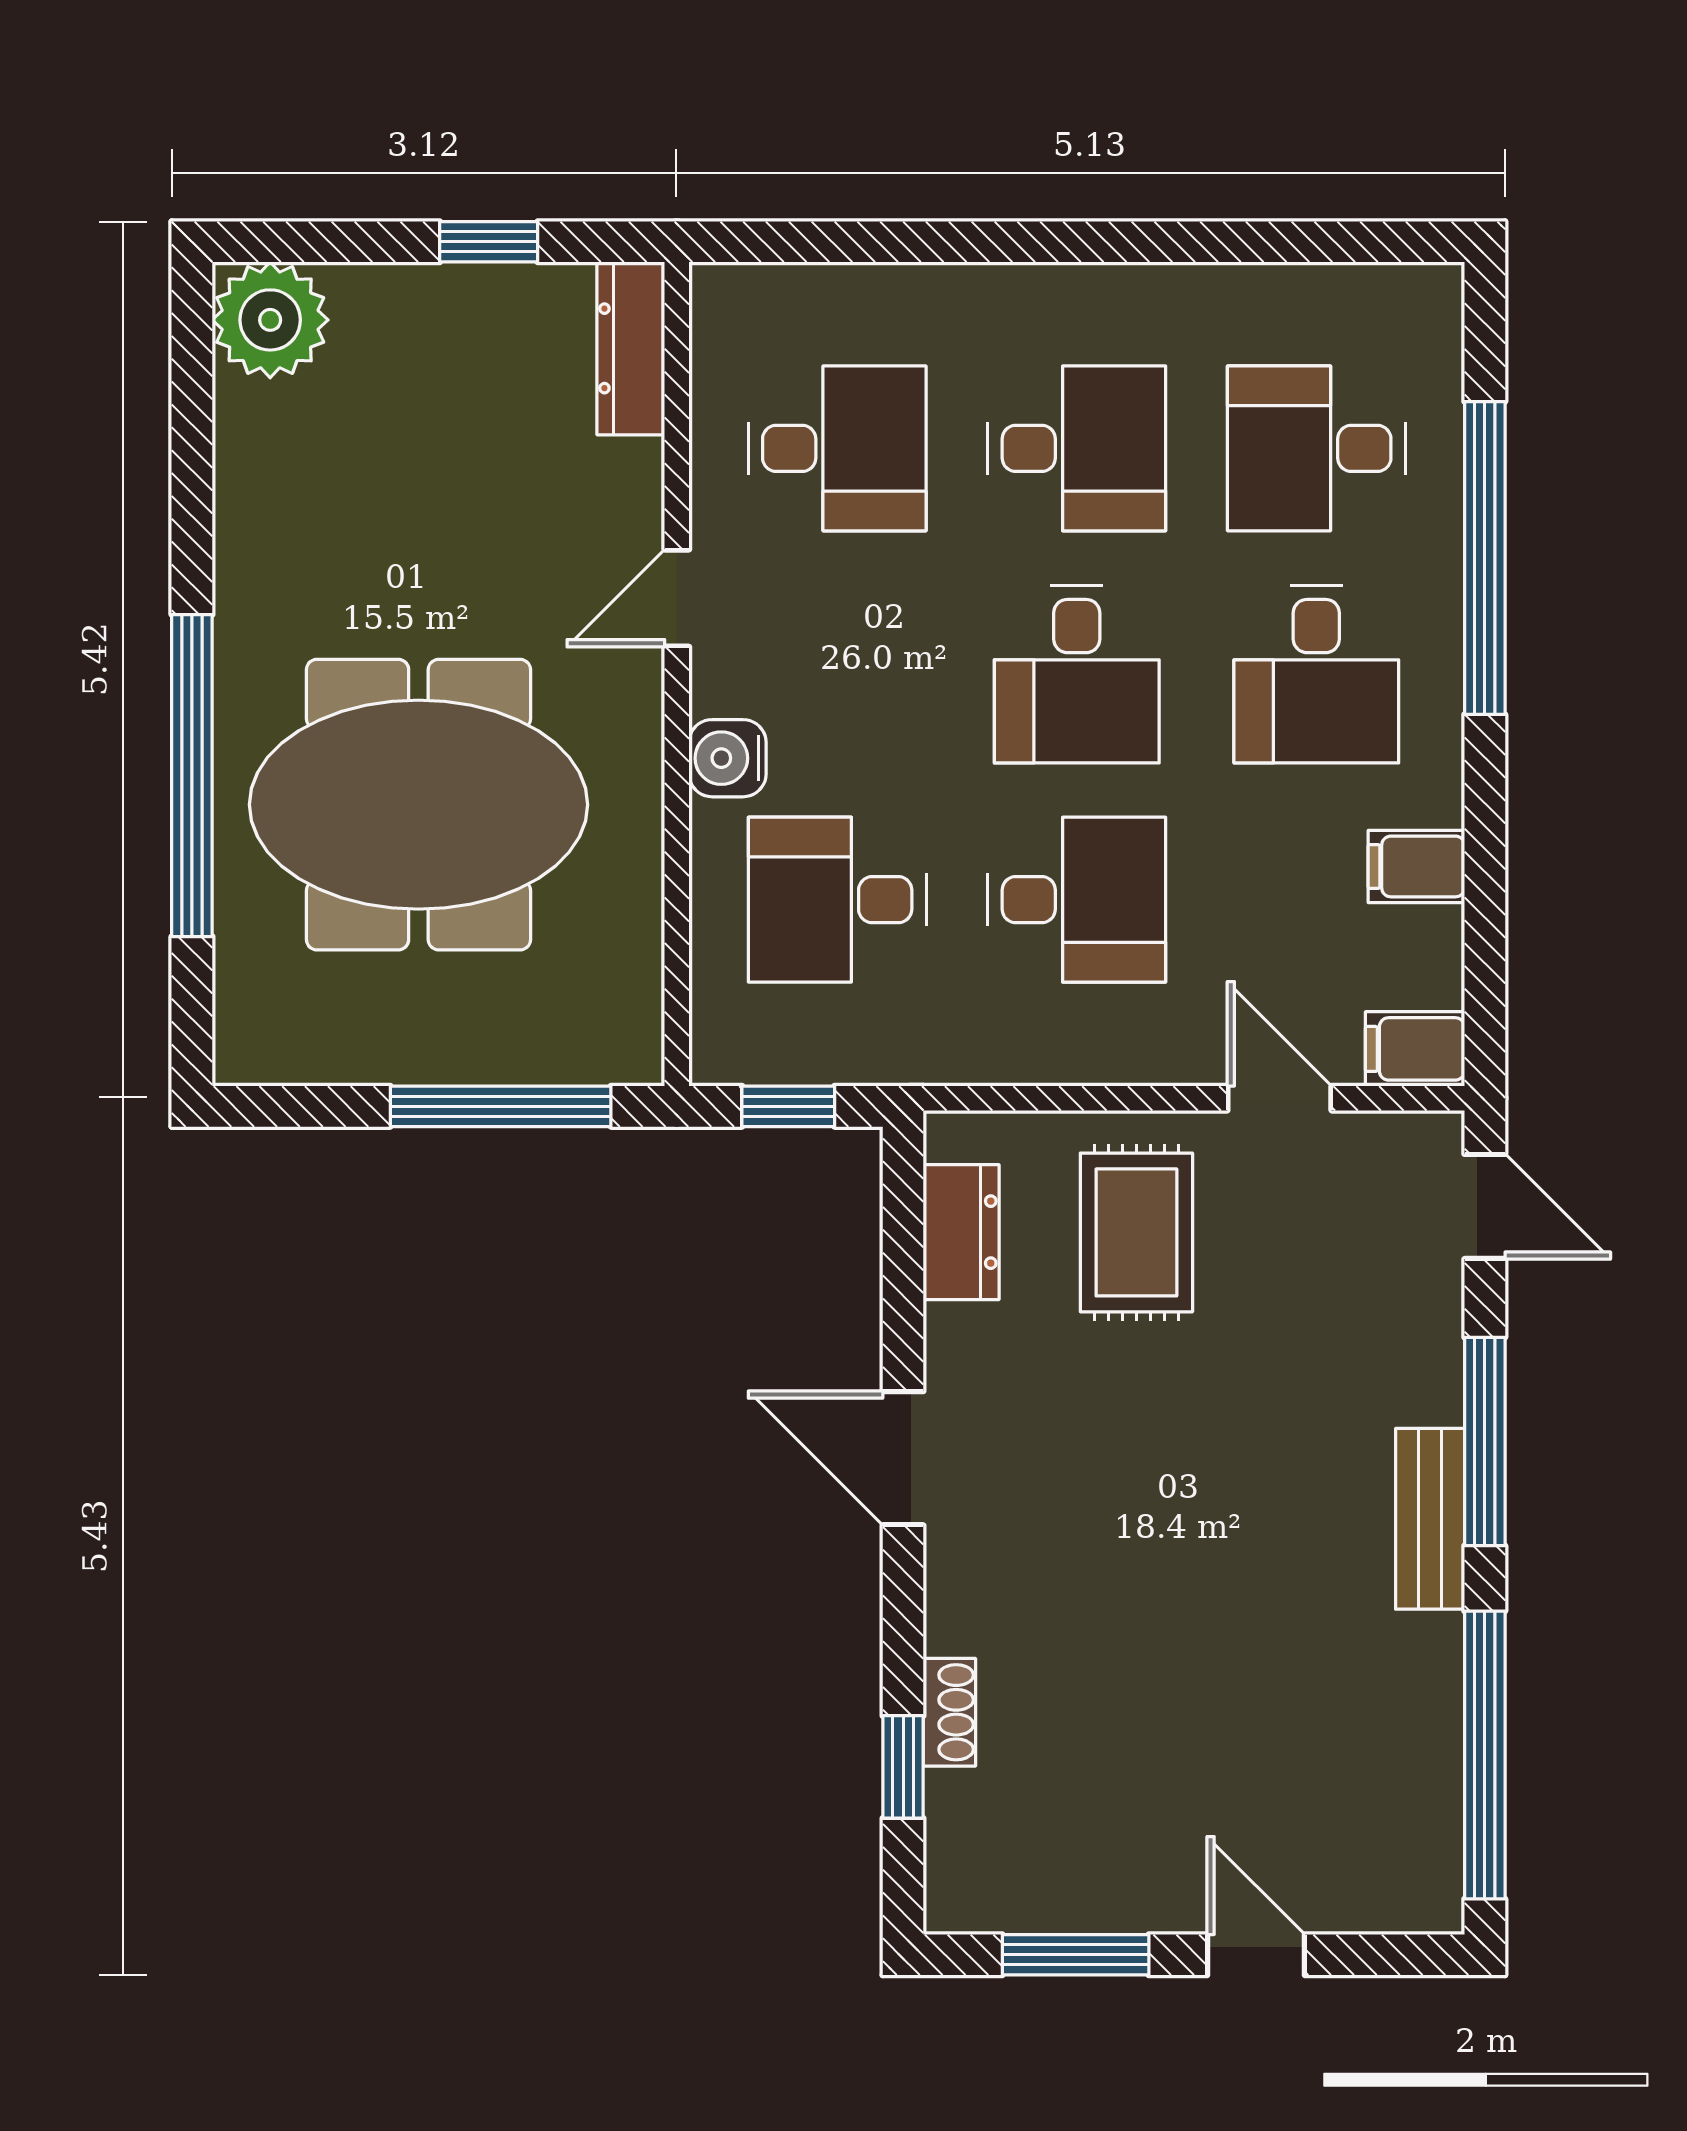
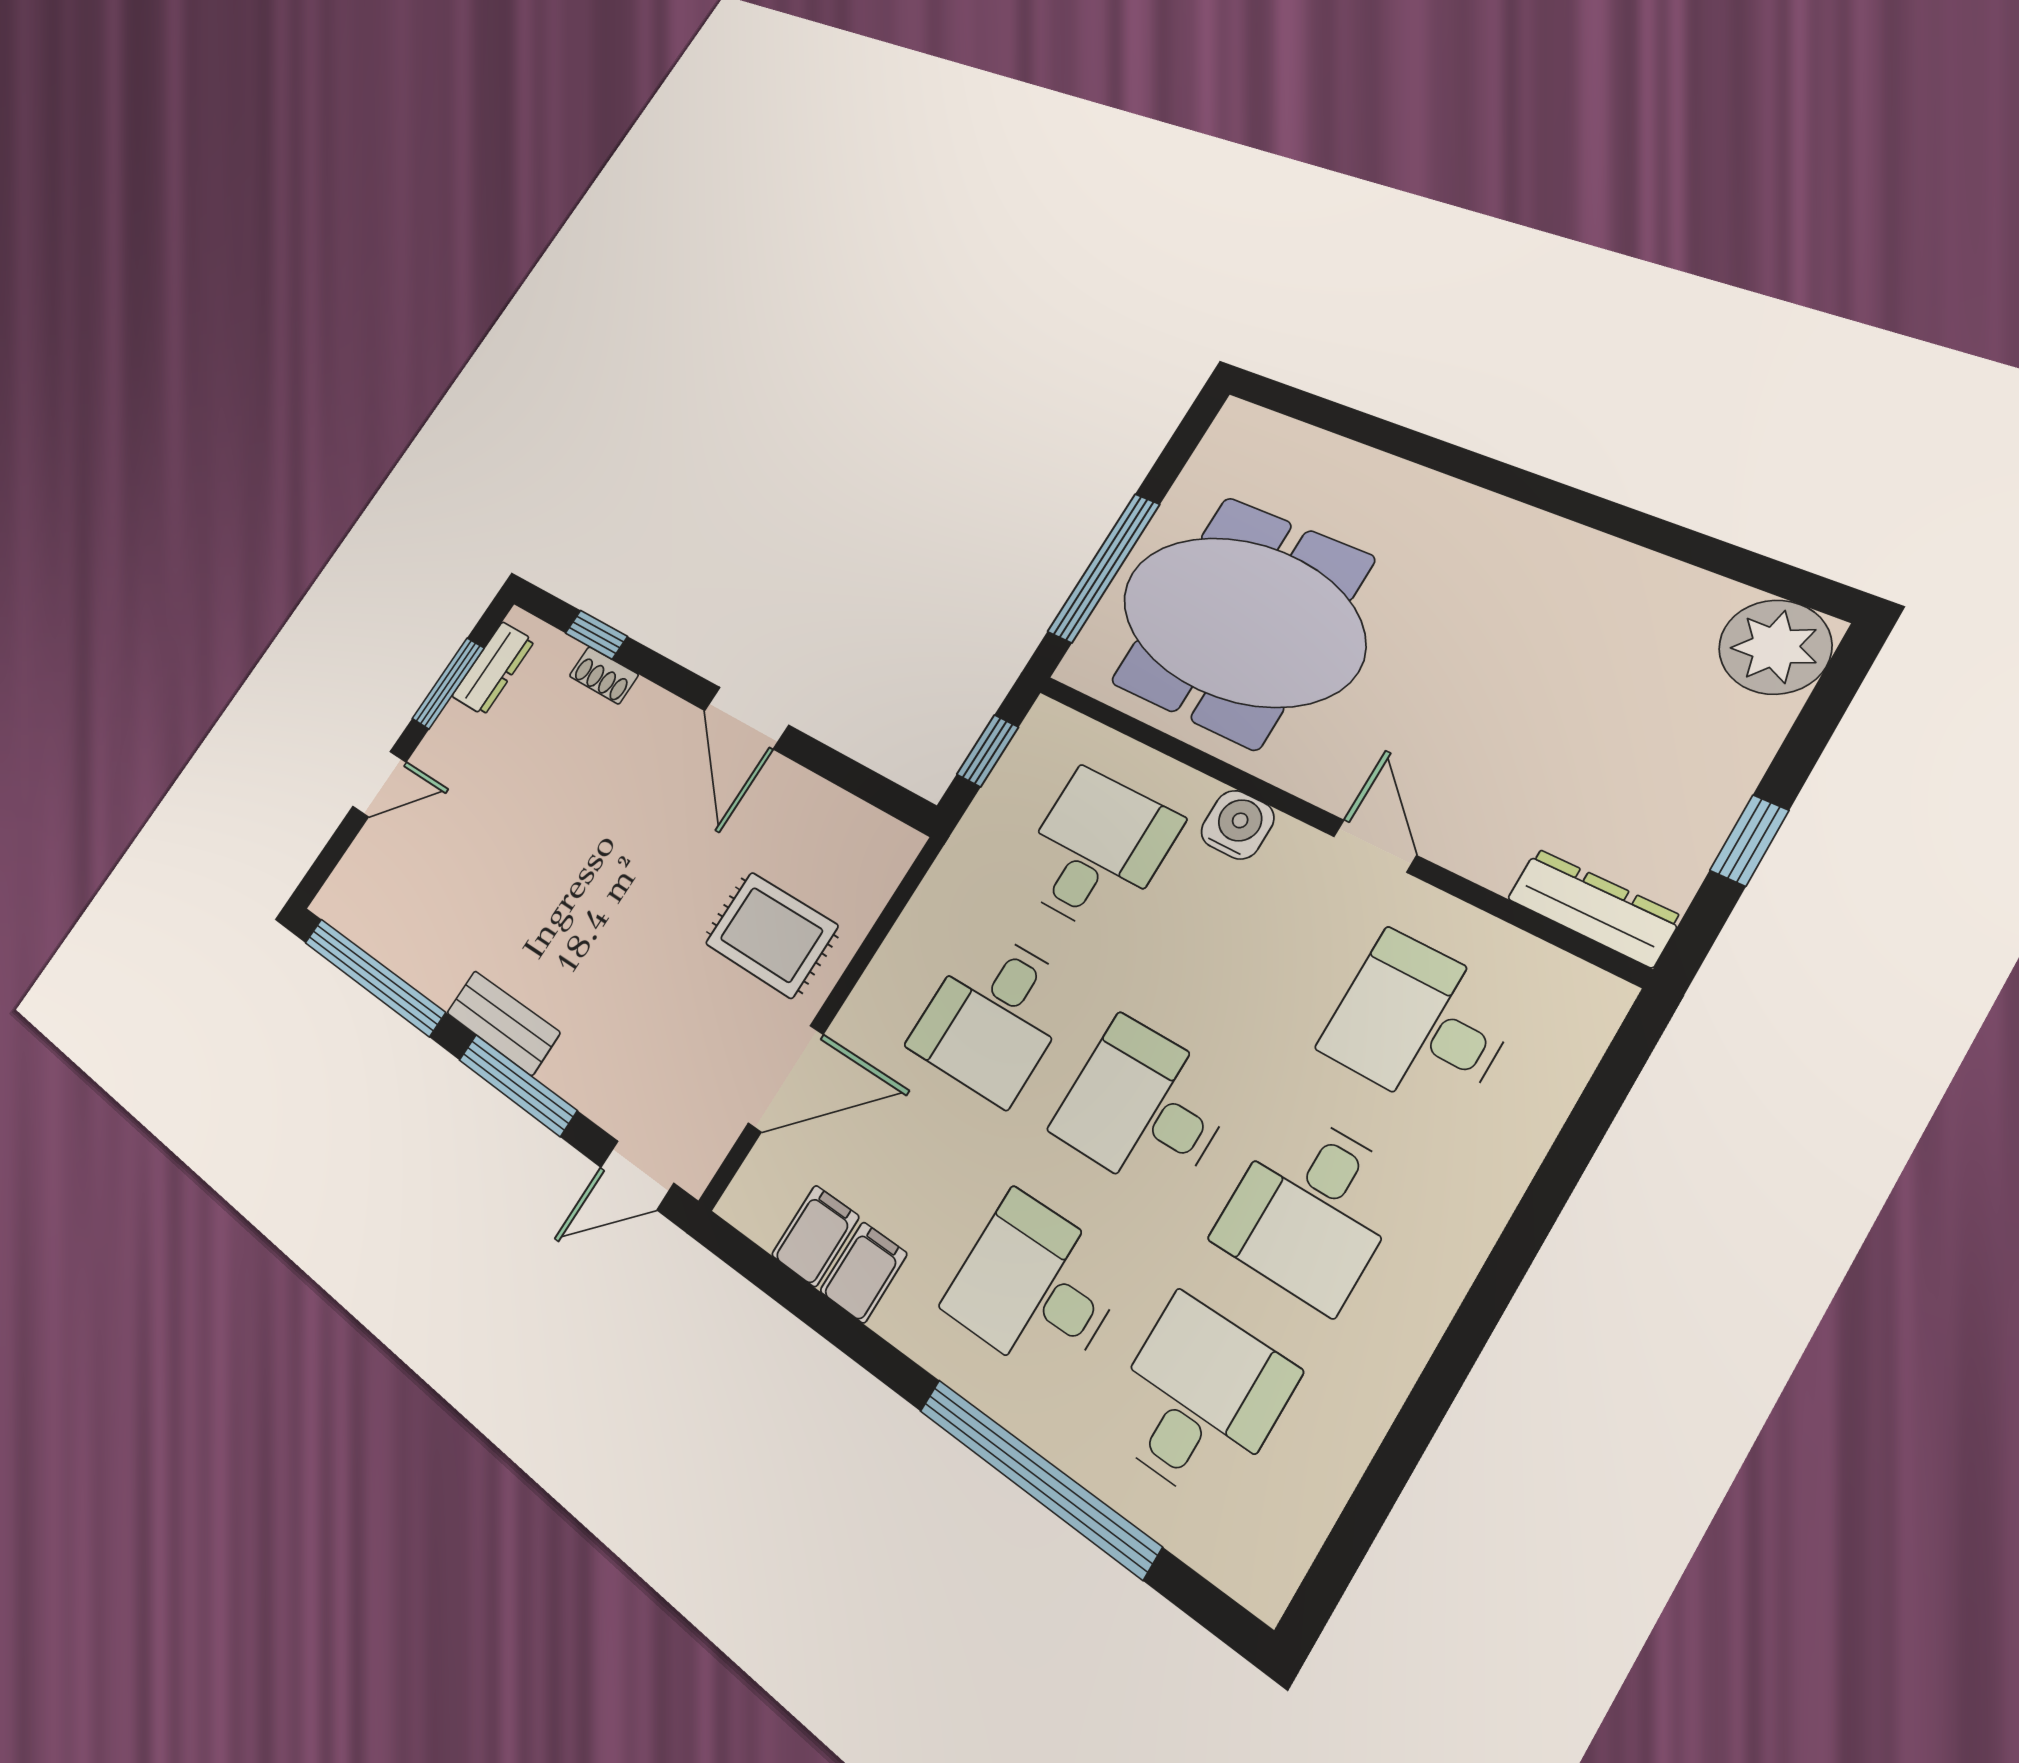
desk: (837, 448) -> (1420, 1024), turned 90
window: (192, 776) -> (1447, 458), removed
meeting table: (418, 805) -> (1242, 621), moved, turned 90
filing cabinet: (1415, 1049) -> (815, 1236), moved
door: (1279, 1098) -> (786, 1079), width x1.38
dresser: (961, 1232) -> (493, 668), moved, turned -90
door: (903, 1458) -> (746, 718), swing flipped

